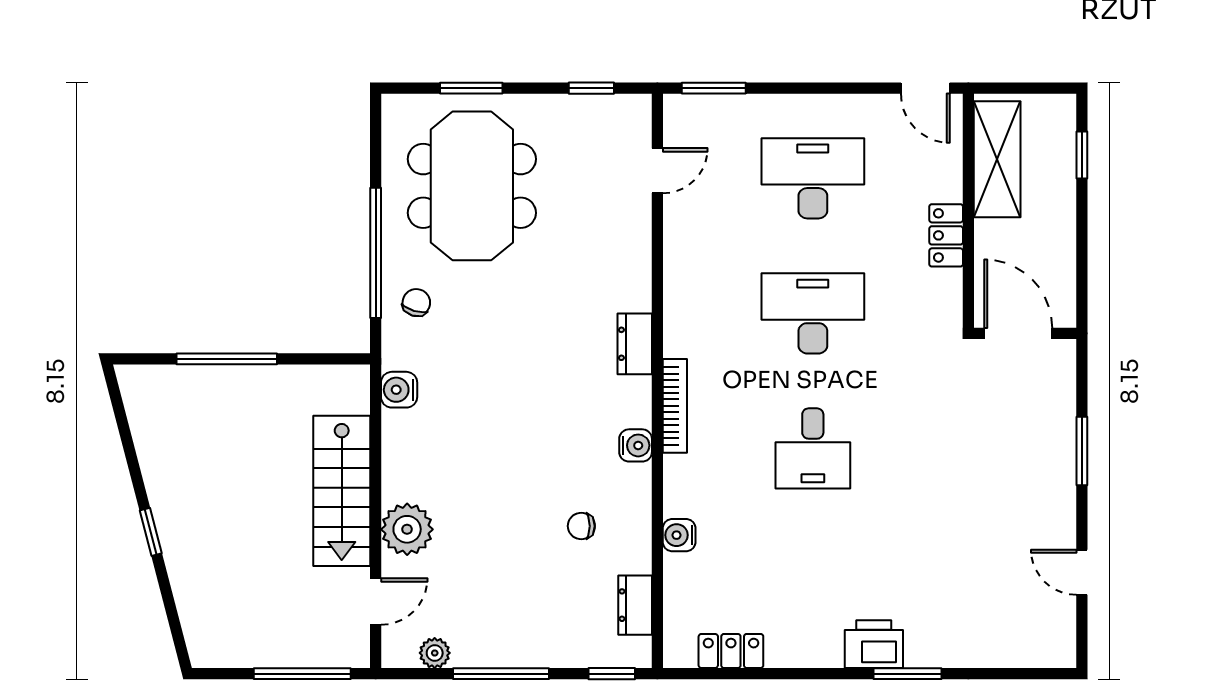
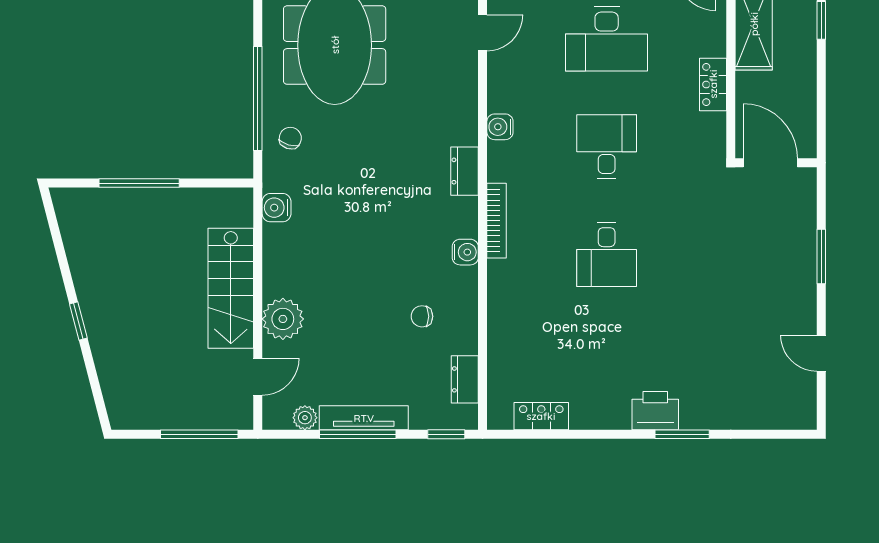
desk: (813, 178) -> (607, 39), turned 180
desk: (813, 313) -> (607, 147), width x0.73
water cooler: (679, 535) -> (500, 127), moved
tv unit: (508, 653) -> (364, 418), added

